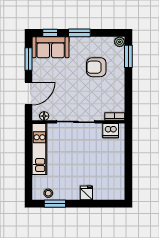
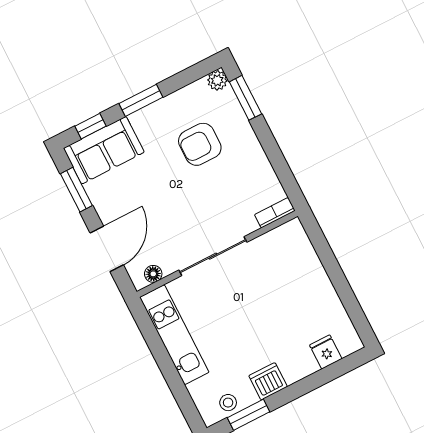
dishwasher: (111, 131) -> (268, 381), moved, turned 180
fridge: (86, 193) -> (326, 352), moved

